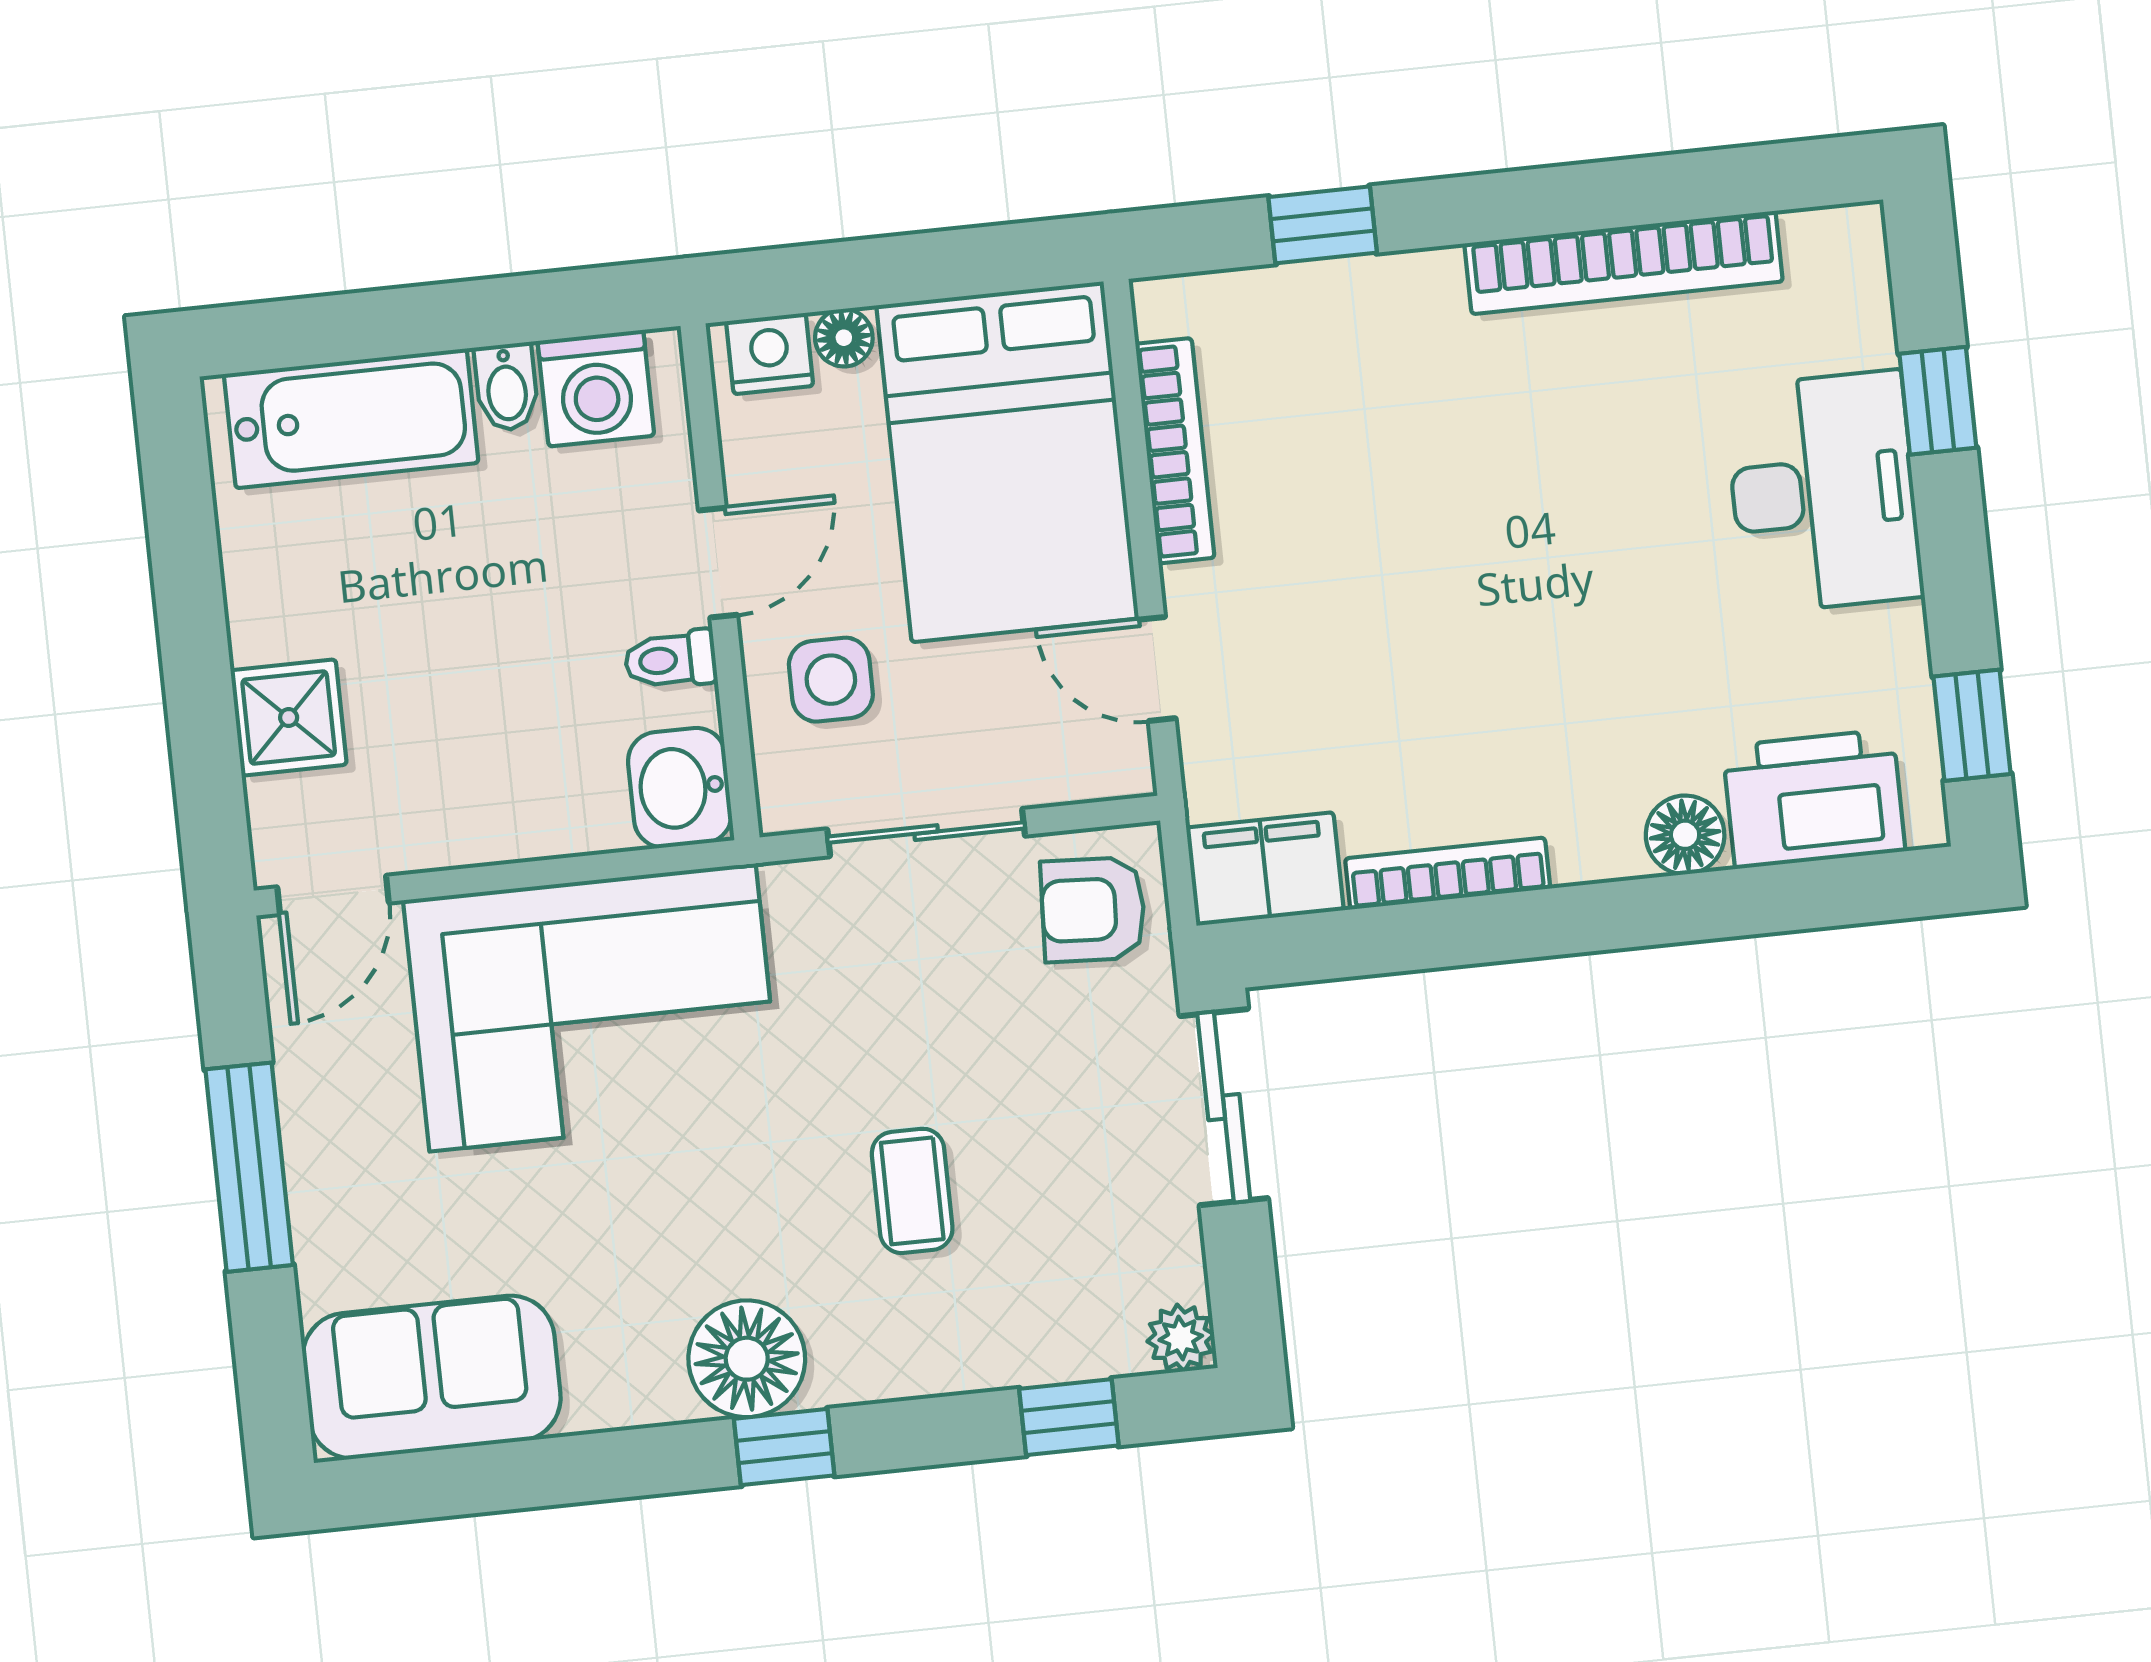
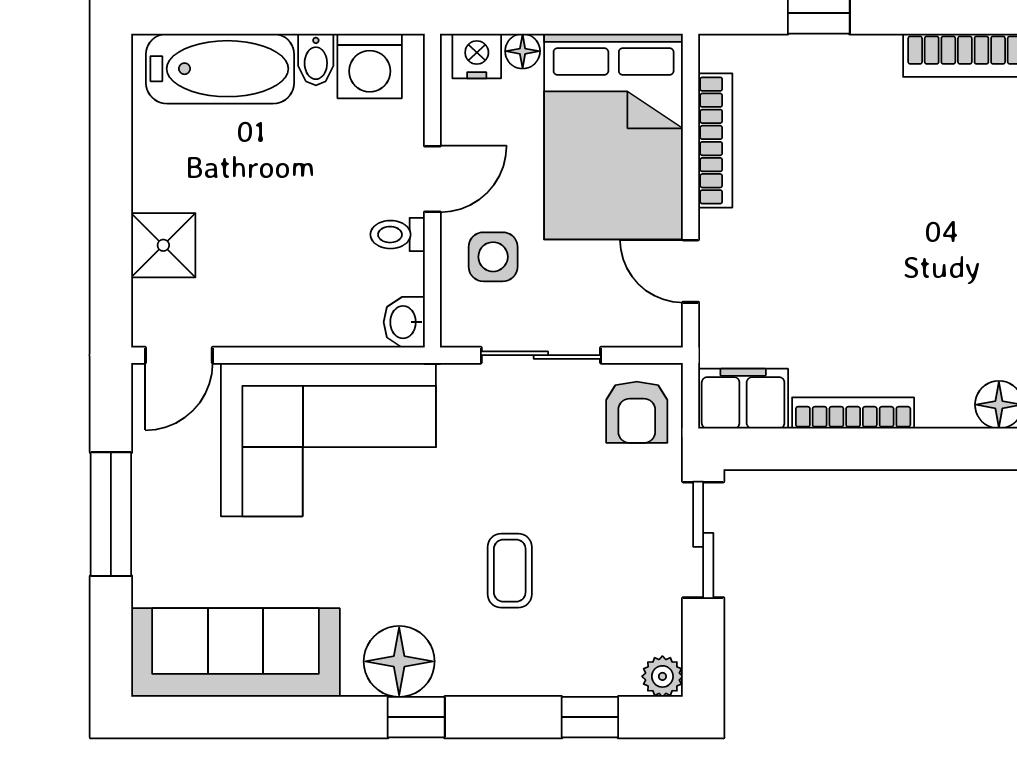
washbasin: (680, 788) -> (404, 322), width x0.72, depth x0.69
armchair: (1093, 909) -> (637, 412), turned -93
sofa: (432, 1377) -> (235, 653), width x1.36

